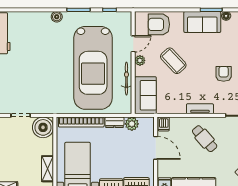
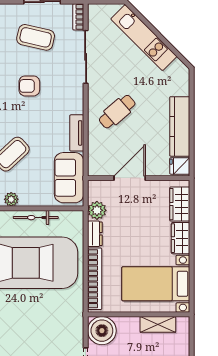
sofa: (145, 95) -> (69, 178), moved, turned -90
tv unit: (200, 109) -> (77, 133), moved
dishwasher: (164, 124) -> (97, 167), removed

